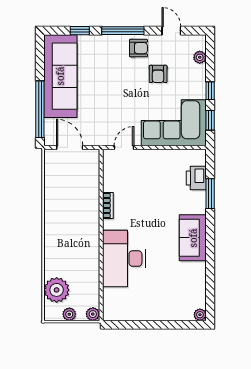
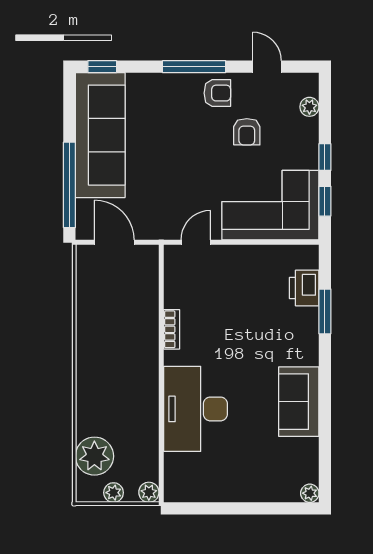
window: (80, 31) -> (102, 67), moved
sofa: (193, 238) -> (299, 402), moved

